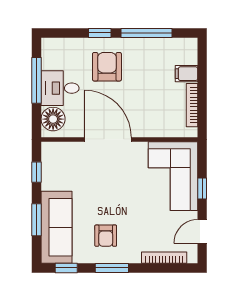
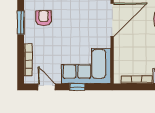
armchair: (106, 236) -> (44, 18), turned 90

